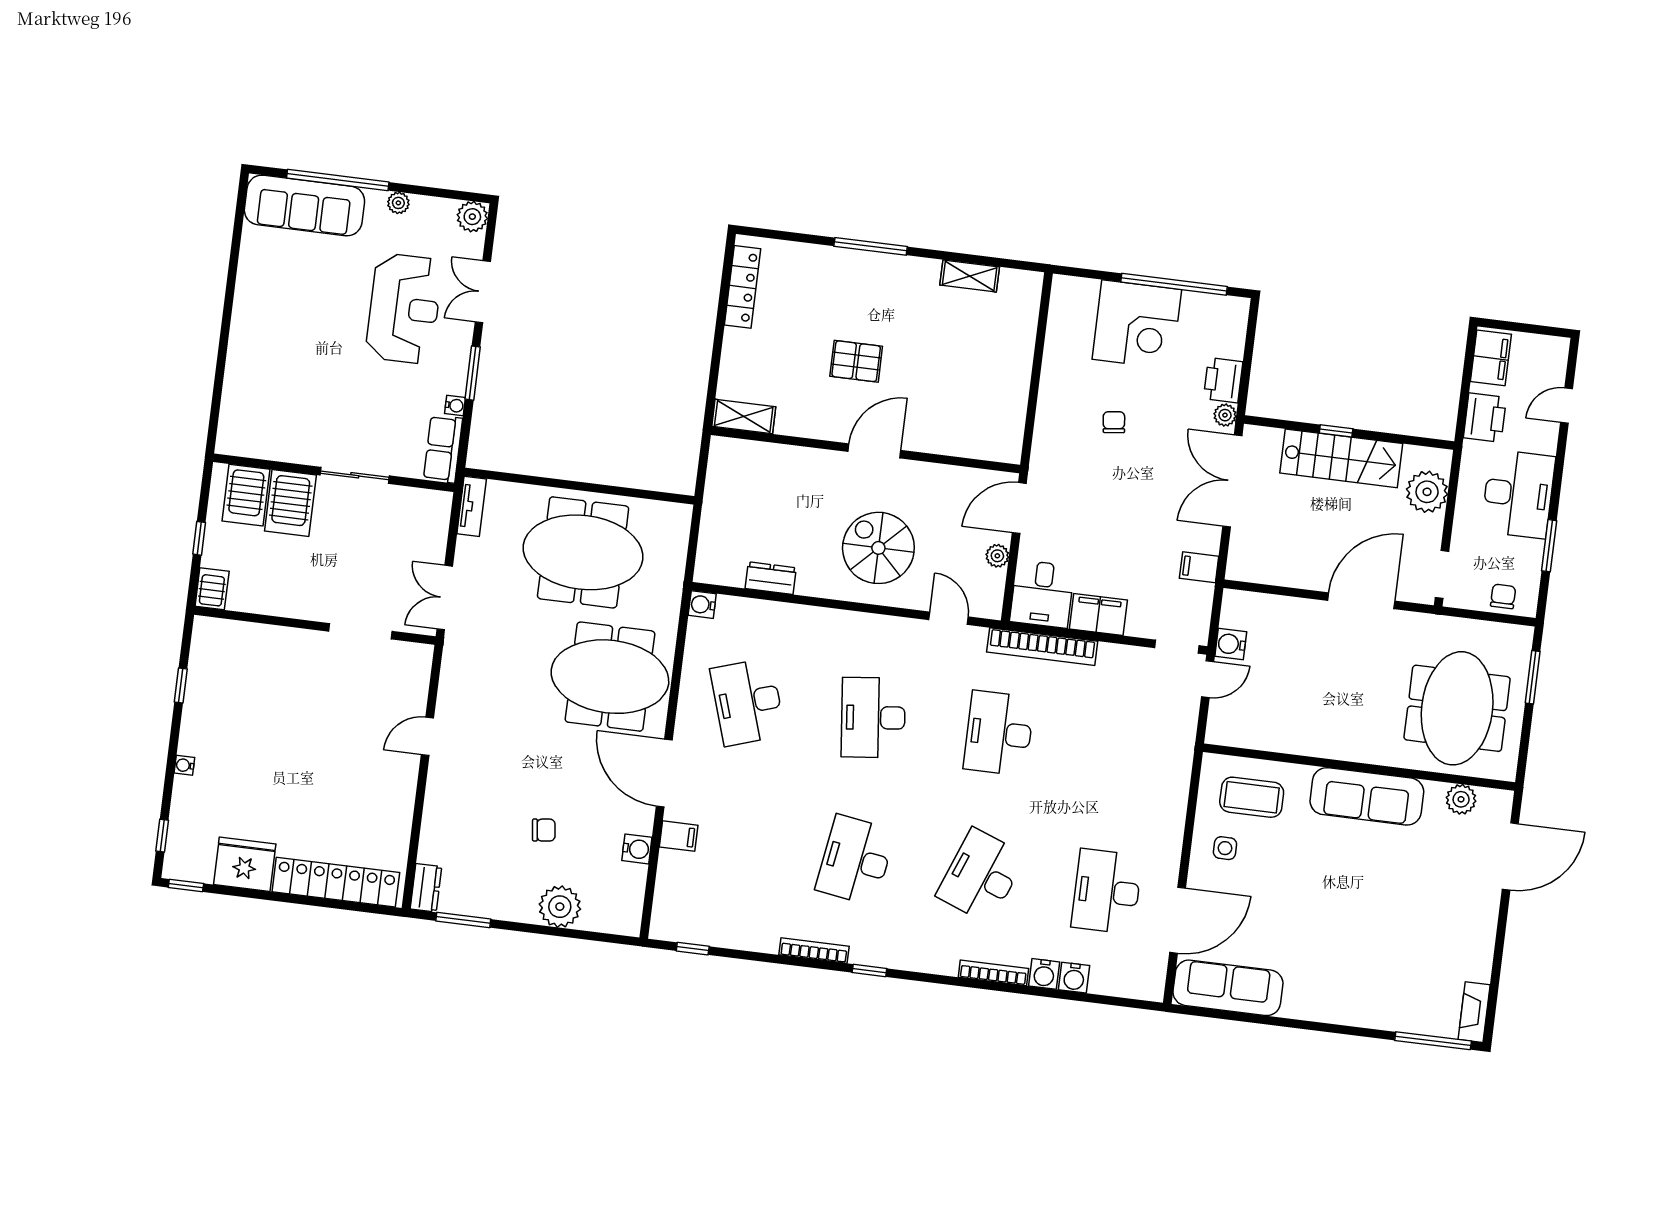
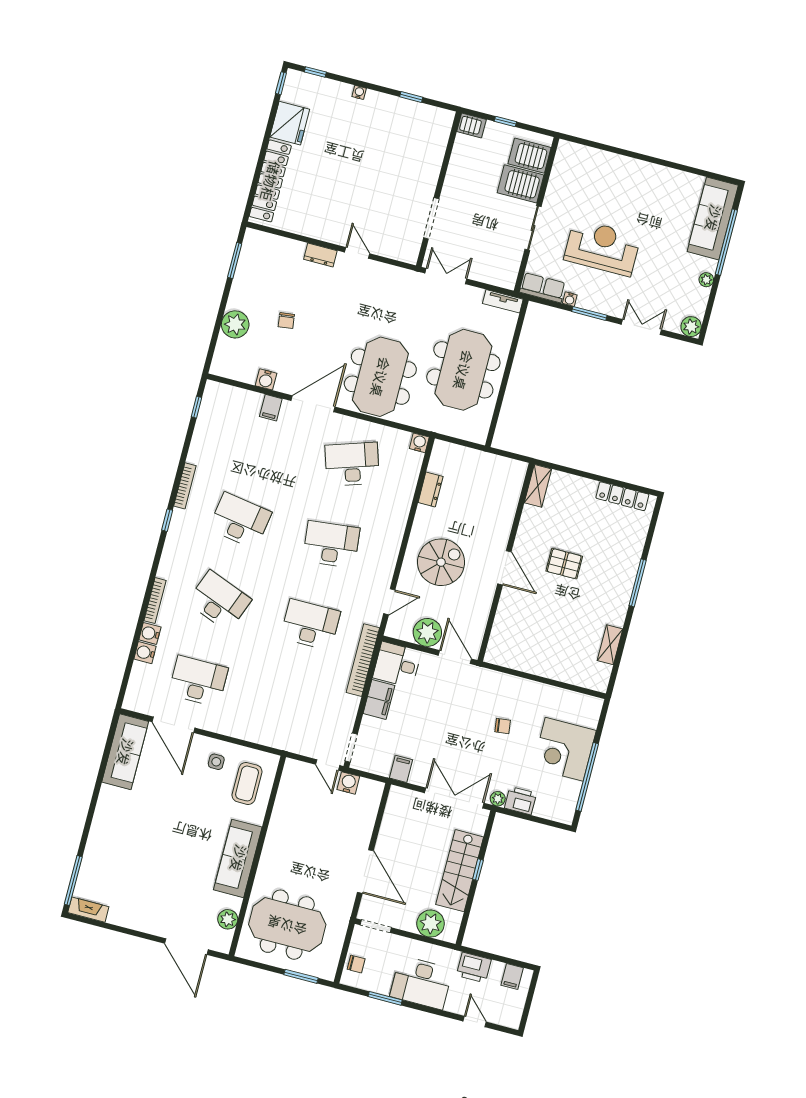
reception desk: (404, 309) -> (602, 247), moved, turned 180
filing cabinet: (1491, 358) -> (512, 976), width x0.50
pallet: (856, 361) -> (564, 564), turned 90
plant: (997, 556) -> (427, 632), width x1.88, depth x1.88
dresser: (426, 888) -> (320, 255), moved

